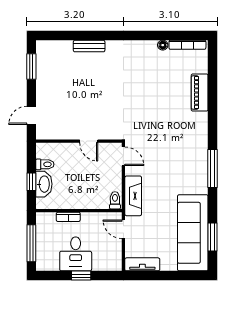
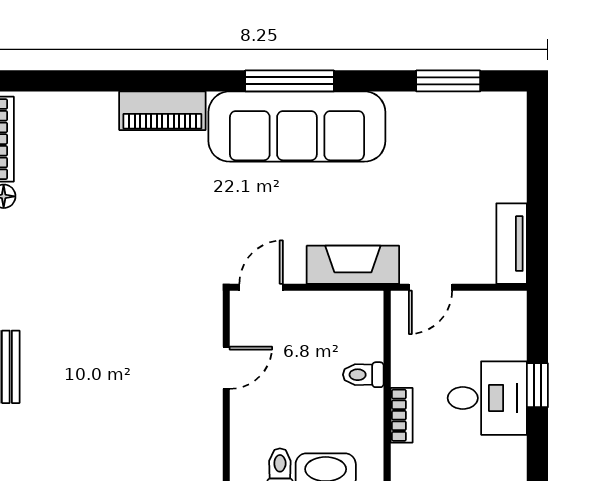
piano: (200, 92) -> (162, 111), moved
toilet: (115, 200) -> (363, 375), moved
sofa: (193, 233) -> (297, 127), moved

